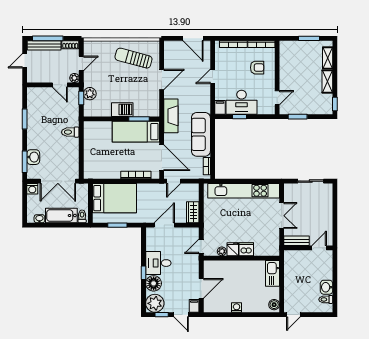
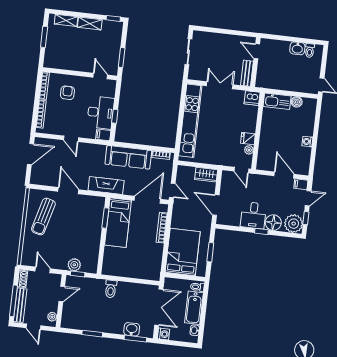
plant: (74, 78) -> (52, 317), moved
barbecue: (122, 110) -> (94, 234), removed
dishwasher: (246, 249) -> (252, 98), moved, turned -90
boiler: (274, 305) -> (297, 102), moved

